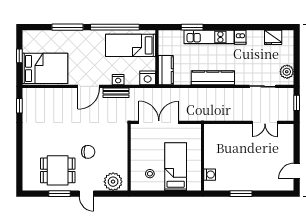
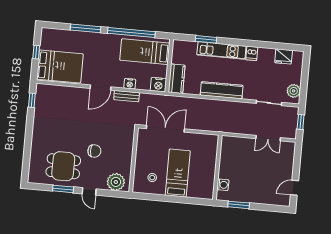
wall: (203, 157) -> (217, 167), moved
washing machine: (210, 175) -> (223, 185), moved

